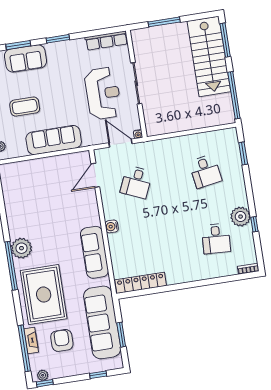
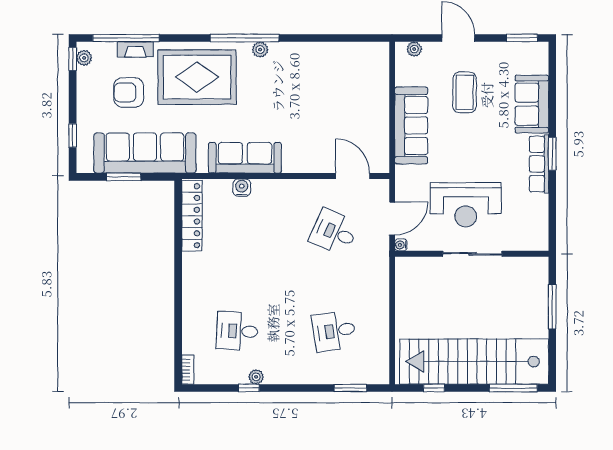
row of seats: (106, 41) -> (539, 164), moved
window: (18, 45) -> (552, 97), removed
stairs: (209, 56) -> (474, 362), width x1.36
window: (234, 95) -> (434, 388), width x0.32
plant: (241, 217) -> (256, 377), width x0.53, depth x0.53
water cooler: (112, 226) -> (242, 188), moved
plant: (21, 248) -> (260, 50), width x0.53, depth x0.53
armchair: (62, 340) -> (129, 92), turned 180

